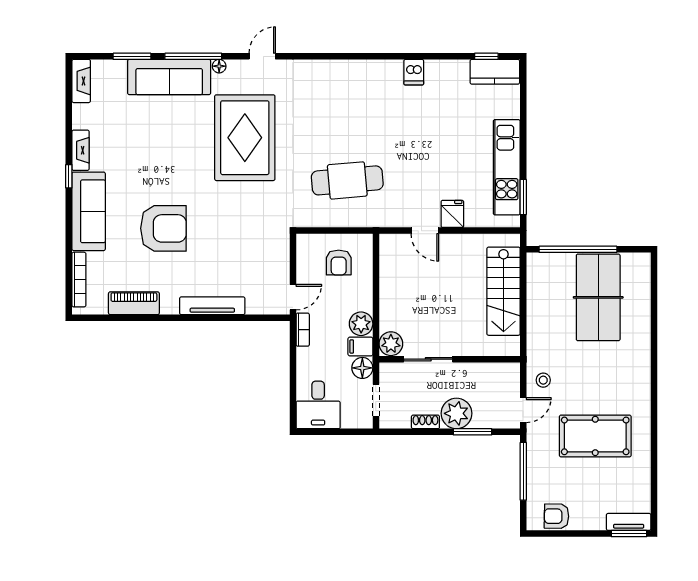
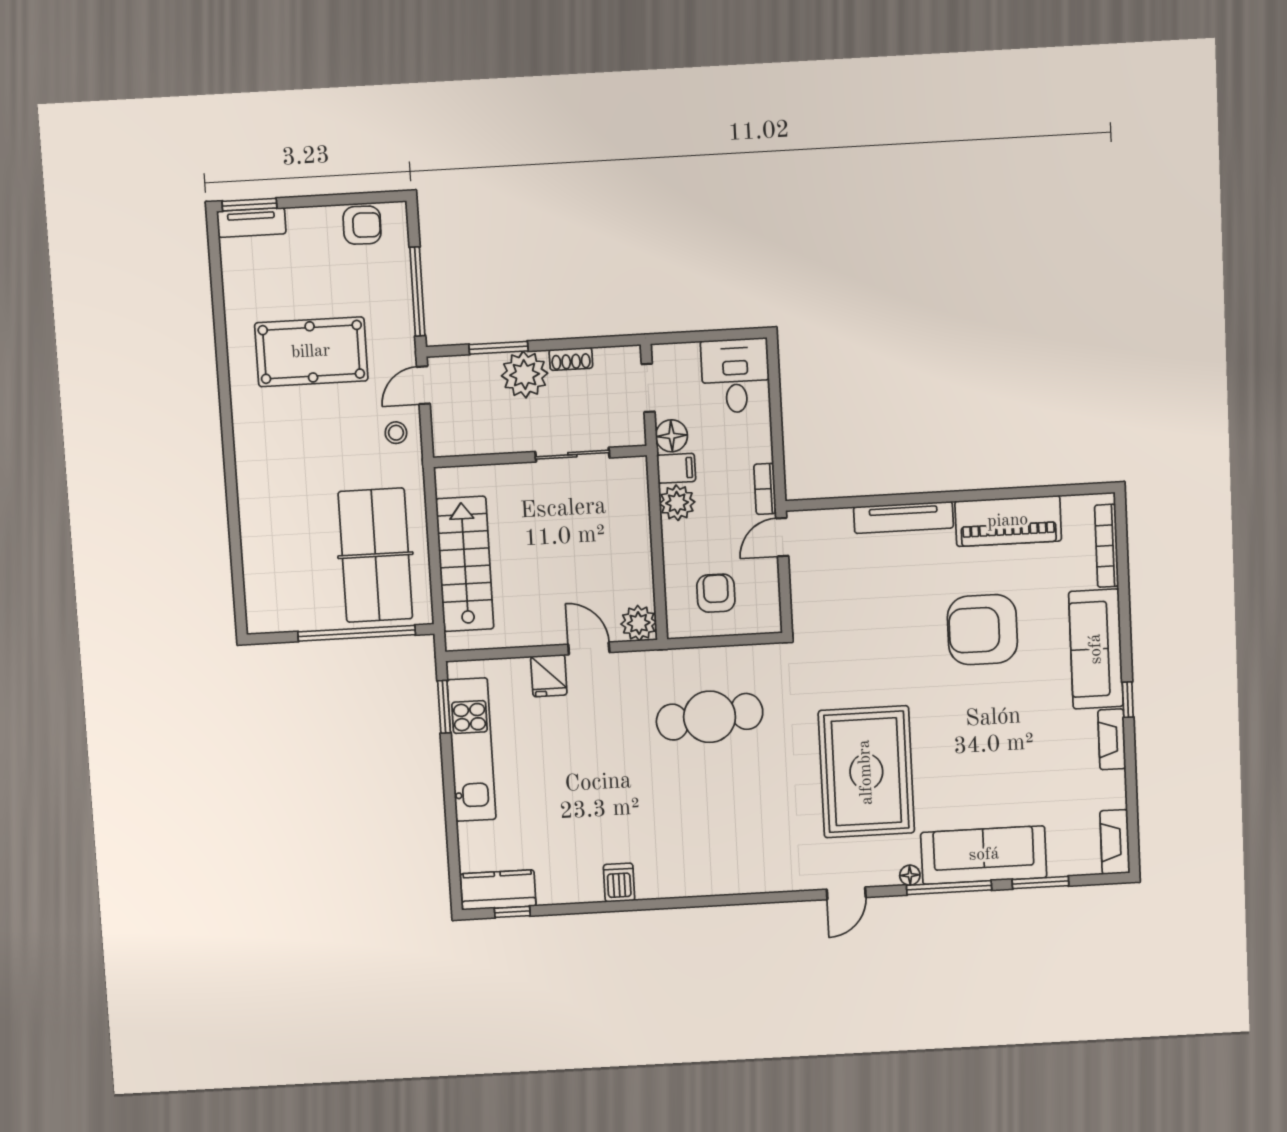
table tennis table: (598, 297) -> (375, 555), moved
piano: (134, 303) -> (1008, 521), width x1.37, depth x1.33
plant: (391, 344) -> (639, 623), moved

